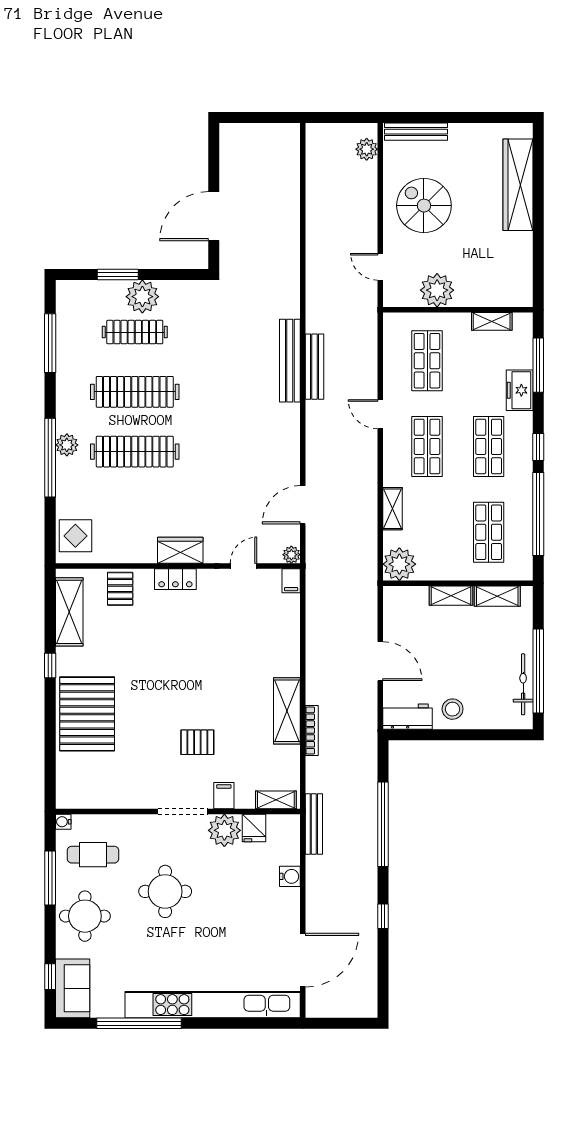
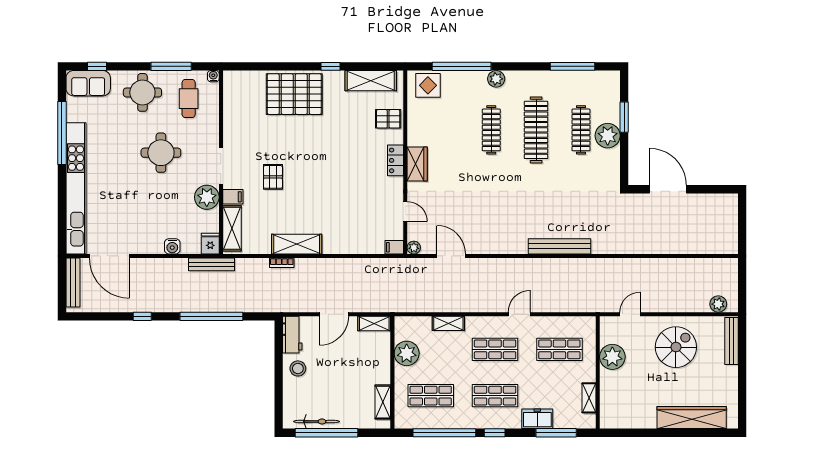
bench: (315, 367) -> (73, 283), moved, turned 90
clothes rail: (135, 452) -> (491, 130), width x0.73, depth x0.76
window: (50, 458) -> (462, 66), moved
plant: (399, 564) -> (407, 353), moved
shelving: (451, 596) -> (374, 324), moved, turned 90
bookcase: (312, 731) -> (282, 263), width x0.64
shelving: (276, 800) -> (232, 228), width x1.50, depth x1.33
fridge: (254, 828) -> (210, 244), moved, turned 90

